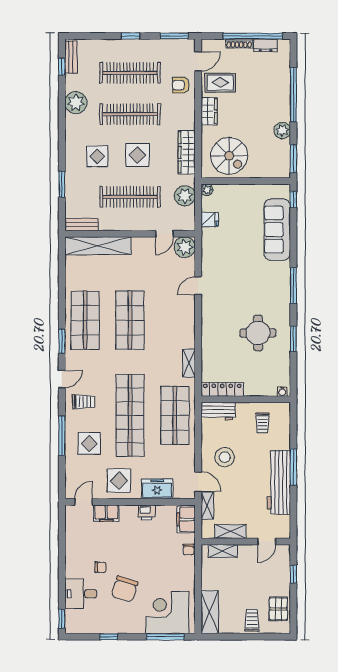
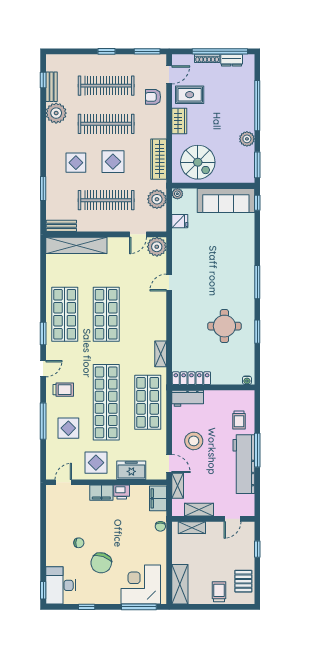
bench: (71, 57) -> (52, 87), moved
sofa: (277, 230) -> (226, 200), moved, turned -90
trolley: (262, 423) -> (239, 420), moved
filing cabinet: (106, 513) -> (101, 493), moved
desk: (81, 594) -> (61, 585), moved, width x1.37

